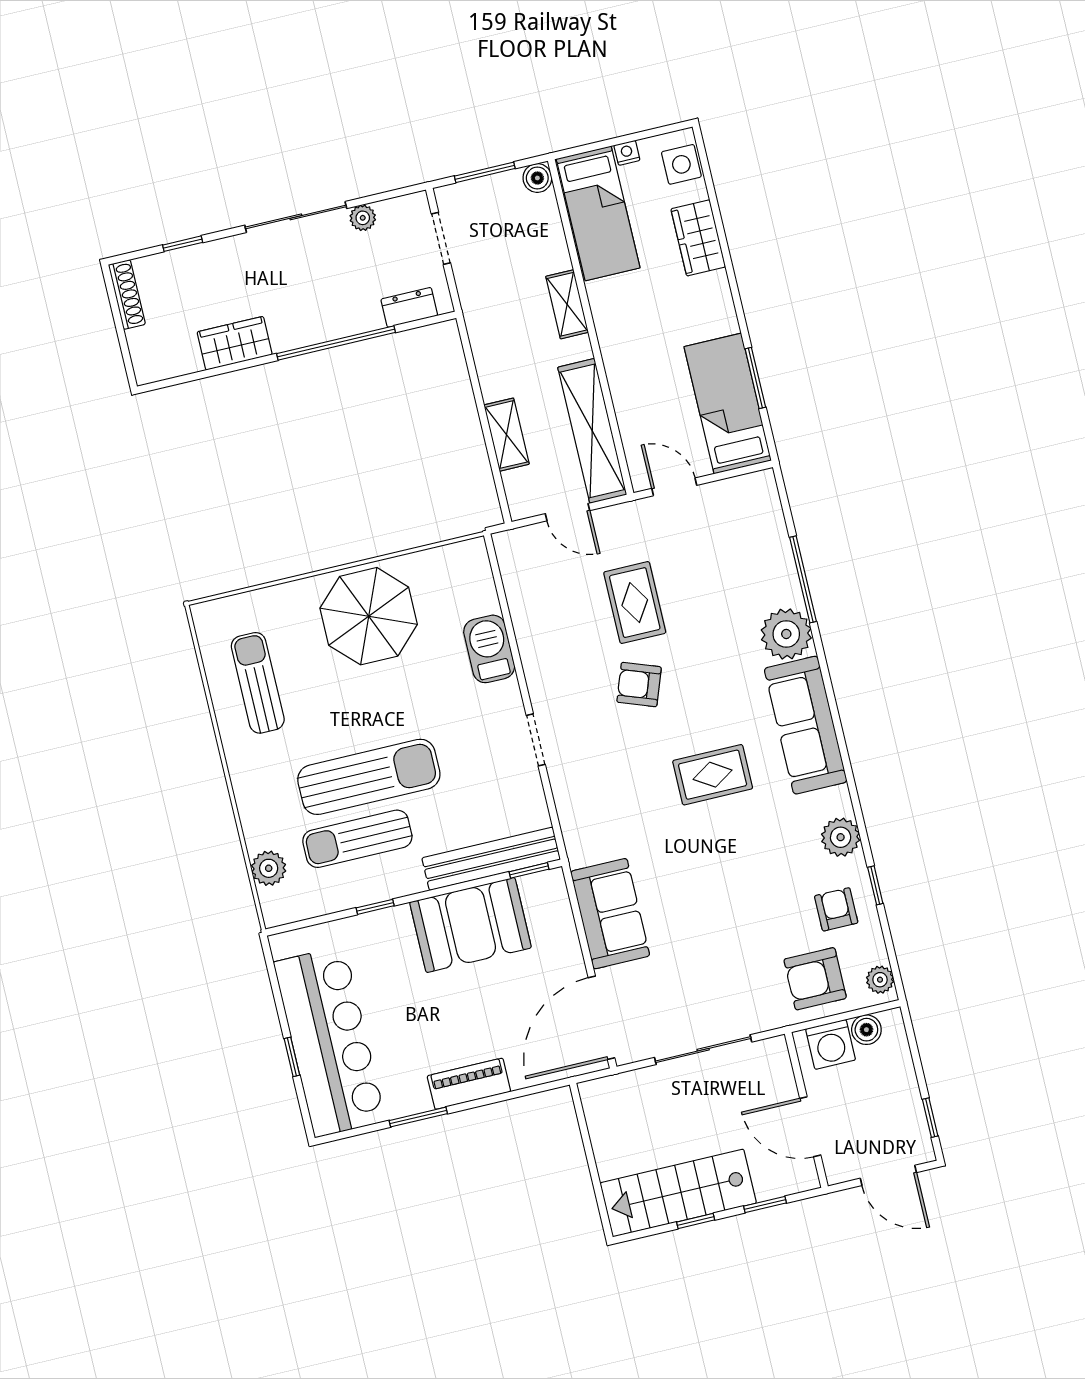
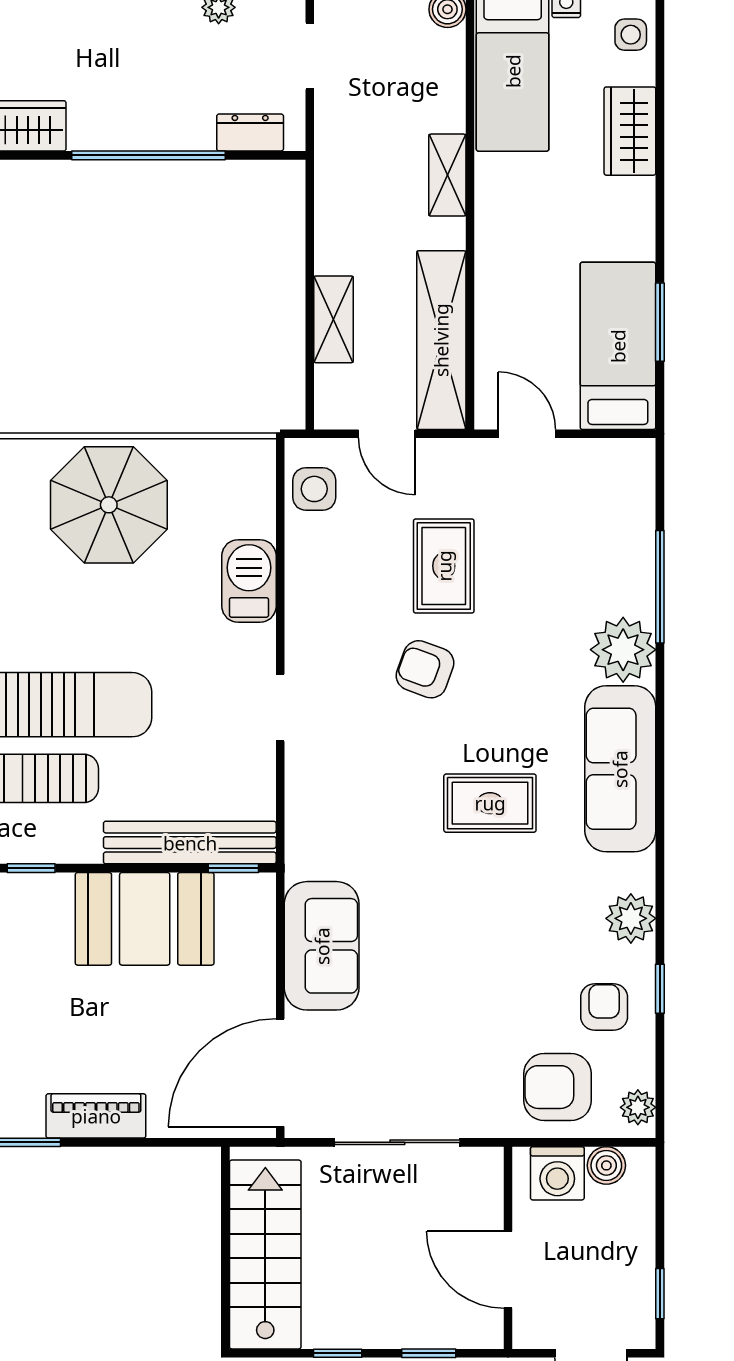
side table: (681, 164) -> (631, 35), width x0.73, depth x0.73
side table: (522, 567) -> (314, 489), added
stairs: (678, 1193) -> (265, 1254), moved, turned 90

